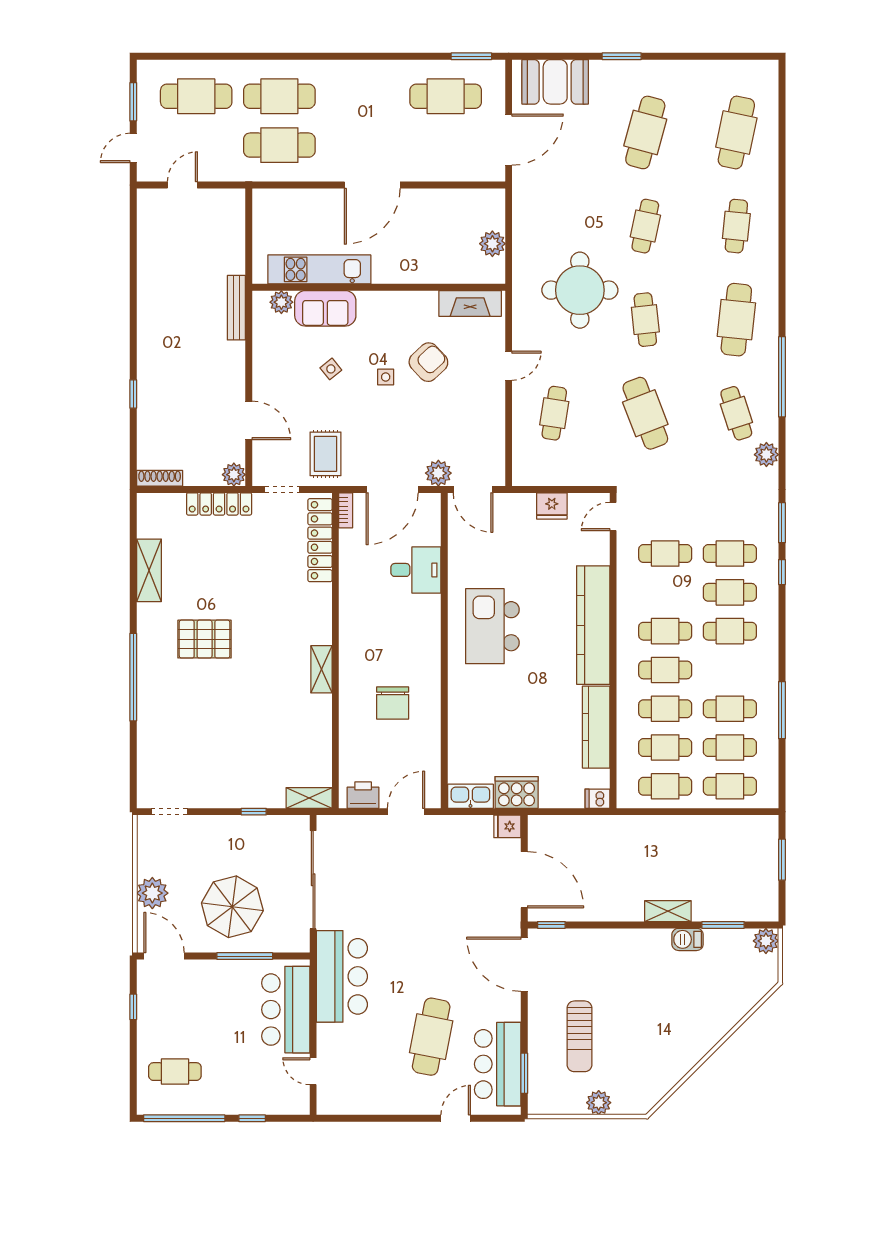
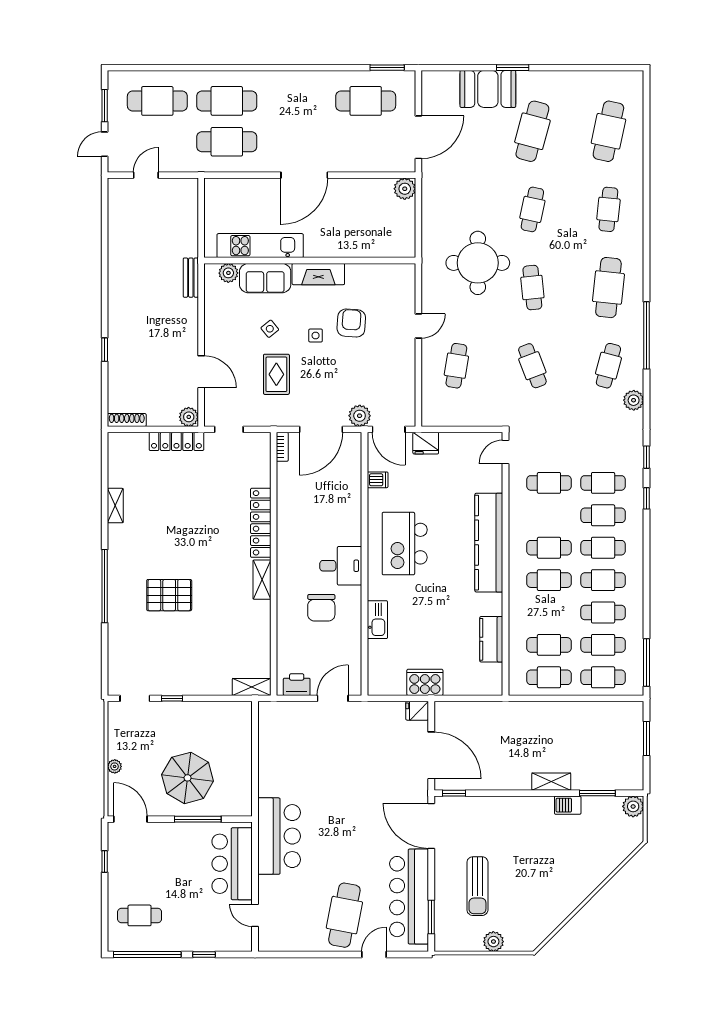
booth: (555, 82) -> (488, 89), moved
plant: (492, 244) -> (405, 189), moved
fireplace: (470, 303) -> (318, 274), moved
bench: (236, 308) -> (191, 278), width x0.73
armchair: (428, 362) -> (351, 323), turned -43
cafe table: (645, 413) -> (532, 366), width x0.73, depth x0.74
cafe table: (736, 413) -> (608, 366), turned 33
rug: (325, 454) -> (276, 374), moved
fridge: (552, 506) -> (426, 443), moved
window: (782, 523) -> (647, 457), width x0.67
locker: (320, 540) -> (261, 523), moved
shelving: (149, 570) -> (115, 506), width x0.67, depth x0.75
desk: (416, 570) -> (341, 566), moved
pallet: (205, 639) -> (169, 595), moved
cafe table: (665, 709) -> (603, 580), moved
window: (782, 710) -> (647, 662), moved
kitchen counter: (596, 727) -> (491, 639), width x0.67
kitchen sink: (470, 796) -> (377, 620), moved, turned 90
dishwasher: (597, 799) -> (378, 480), moved, turned 180
window: (254, 812) -> (172, 698), moved
sliding door: (313, 880) -> (255, 755), removed
plant: (152, 893) -> (115, 766), width x0.53, depth x0.53
cafe table: (431, 1037) -> (344, 915), moved
bar counter: (498, 1064) -> (409, 897), width x1.36

